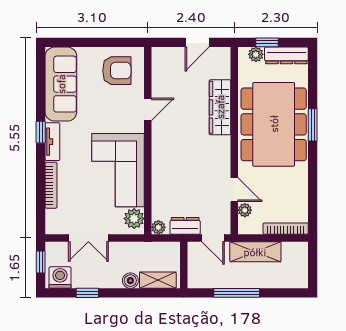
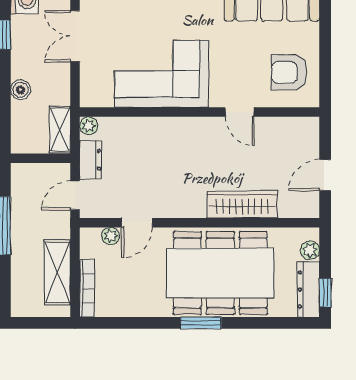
door: (197, 42) -> (325, 175), hinge flipped
window: (267, 42) -> (325, 293), moved
armchair: (117, 71) -> (289, 72), turned 90
window: (313, 125) -> (201, 323), moved
plant: (134, 219) -> (100, 94), removed
shelving: (255, 252) -> (57, 272), moved
shelving: (158, 280) -> (60, 129), moved

